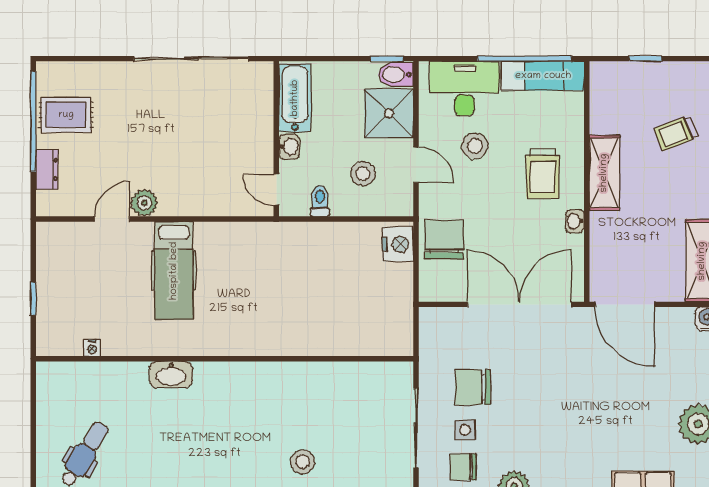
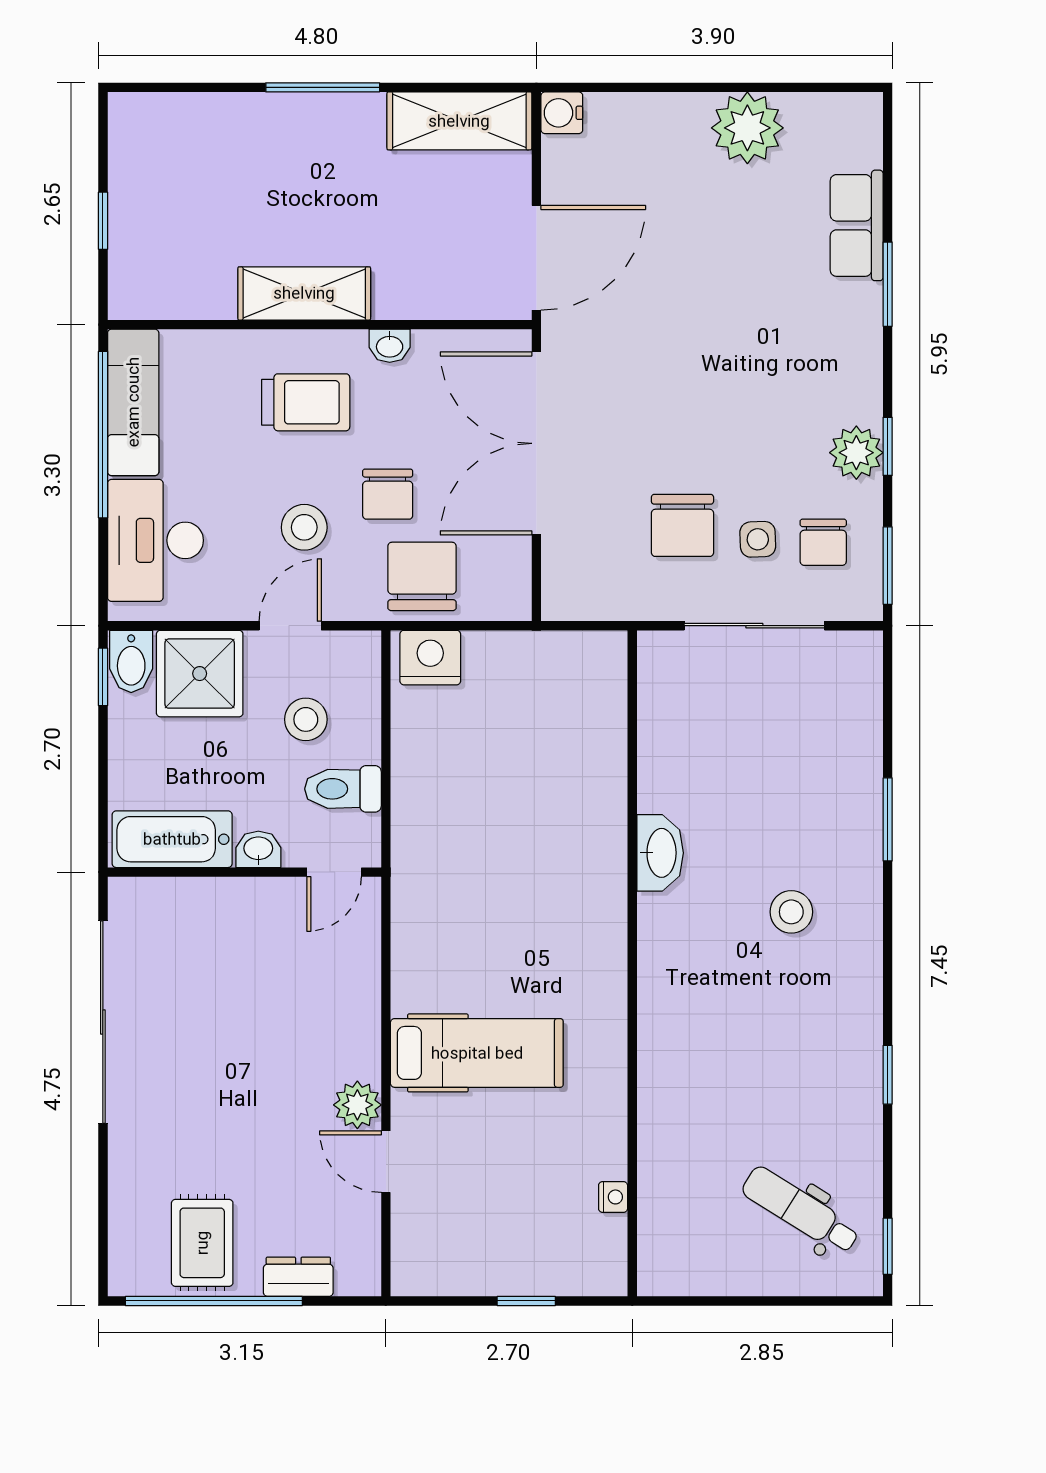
trolley: (676, 133) -> (234, 168), removed
stool: (475, 146) -> (304, 527), moved
toilet: (320, 201) -> (343, 789), width x1.37, depth x1.39
chair: (491, 220) -> (388, 494), added
chair: (444, 240) -> (422, 576), turned 90
washbasin: (171, 375) -> (660, 853), moved
stool: (303, 462) -> (791, 912), moved

